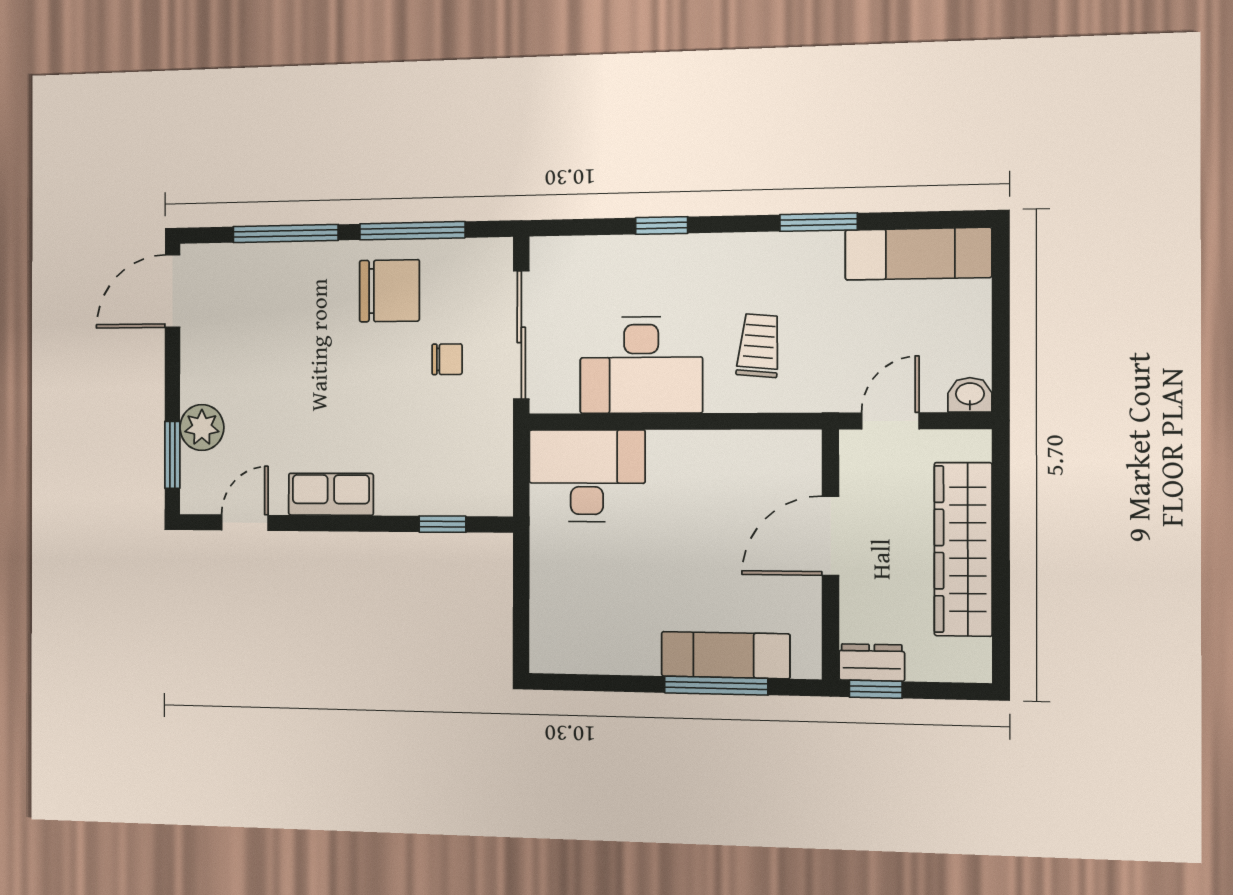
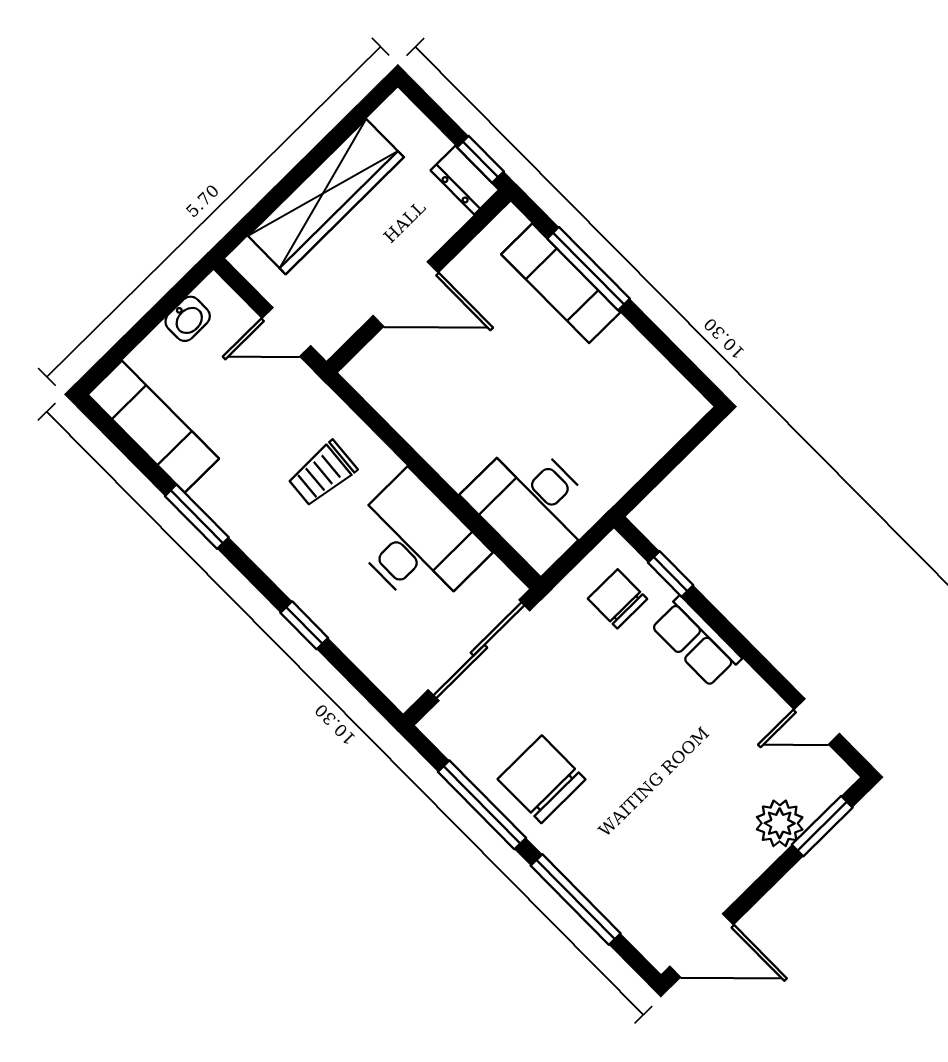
chair: (447, 359) -> (617, 599), moved, width x1.37, depth x1.37
washbasin: (970, 395) -> (188, 319), moved, turned -90
row of seats: (331, 494) -> (696, 642), moved

